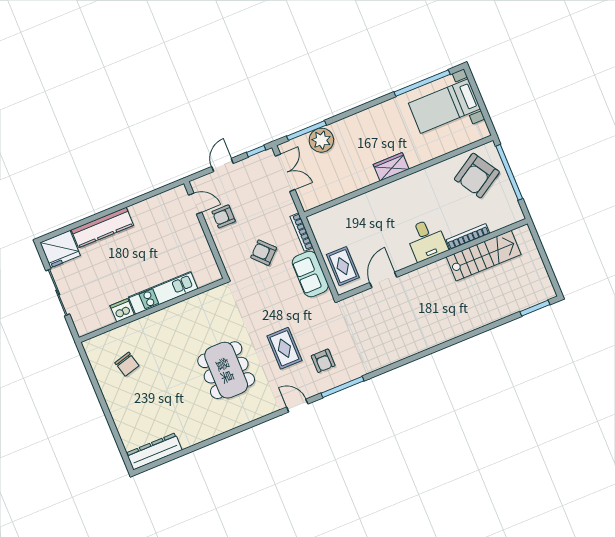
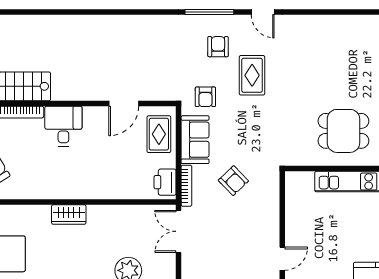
double door: (285, 173) -> (179, 231), moved
door: (195, 204) -> (282, 259), swing flipped
armchair: (224, 216) -> (205, 97), moved, turned 90
printer: (321, 228) -> (165, 182), added
dining table: (226, 370) -> (343, 131), moved, width x0.73

